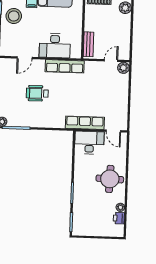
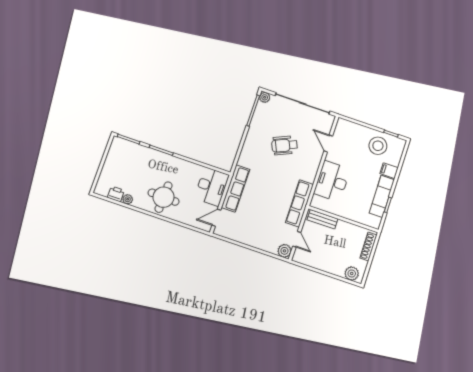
row of seats: (65, 66) -> (299, 203), moved
wheelchair: (37, 93) -> (285, 145), turned -114

